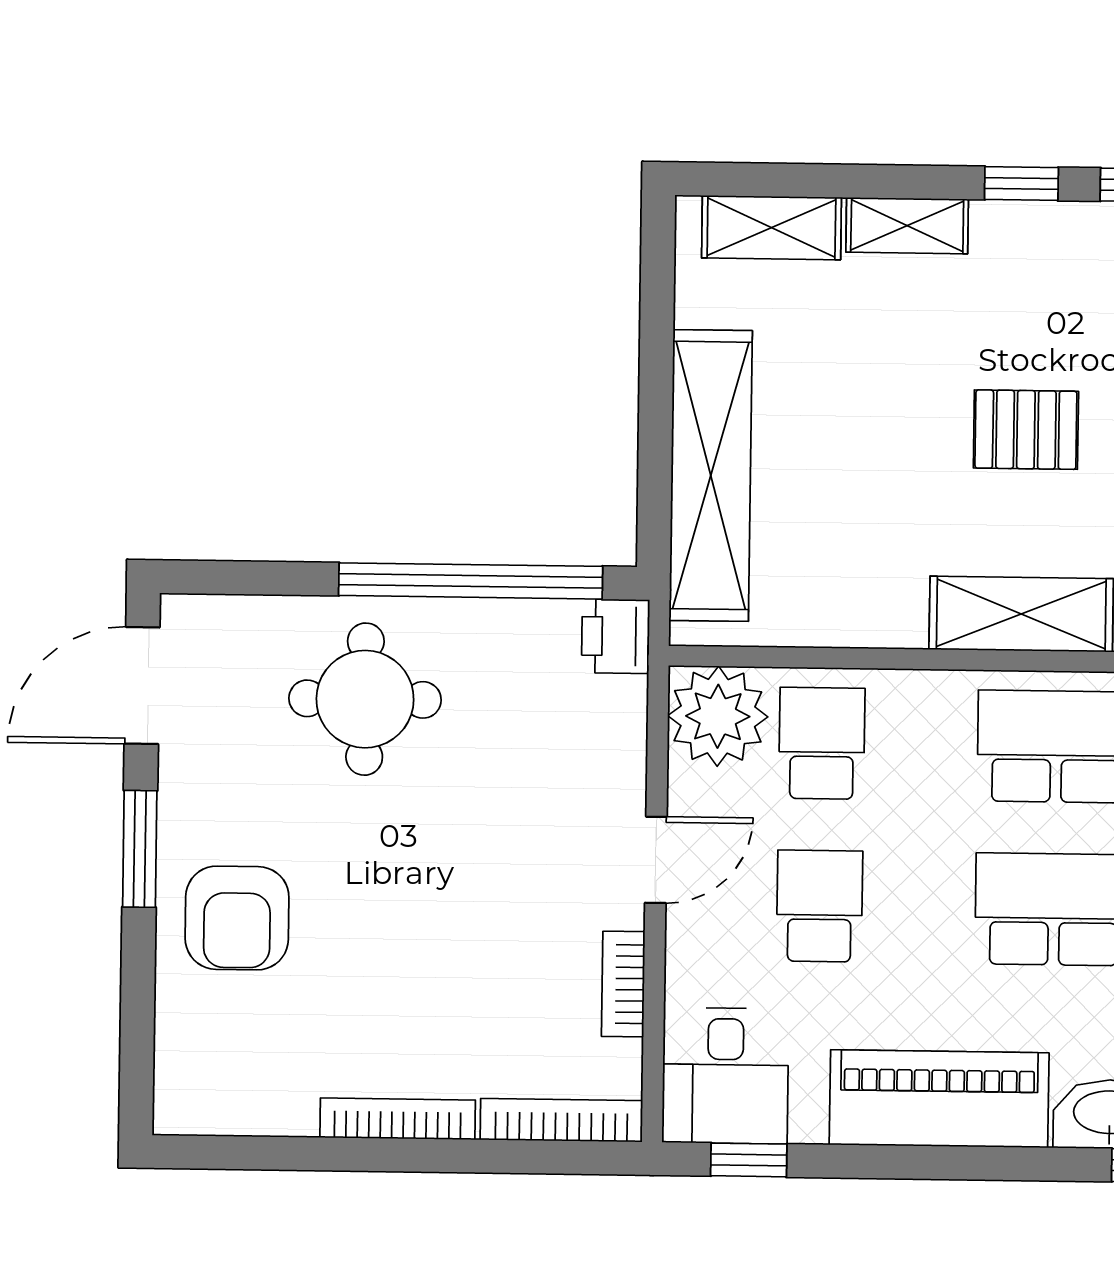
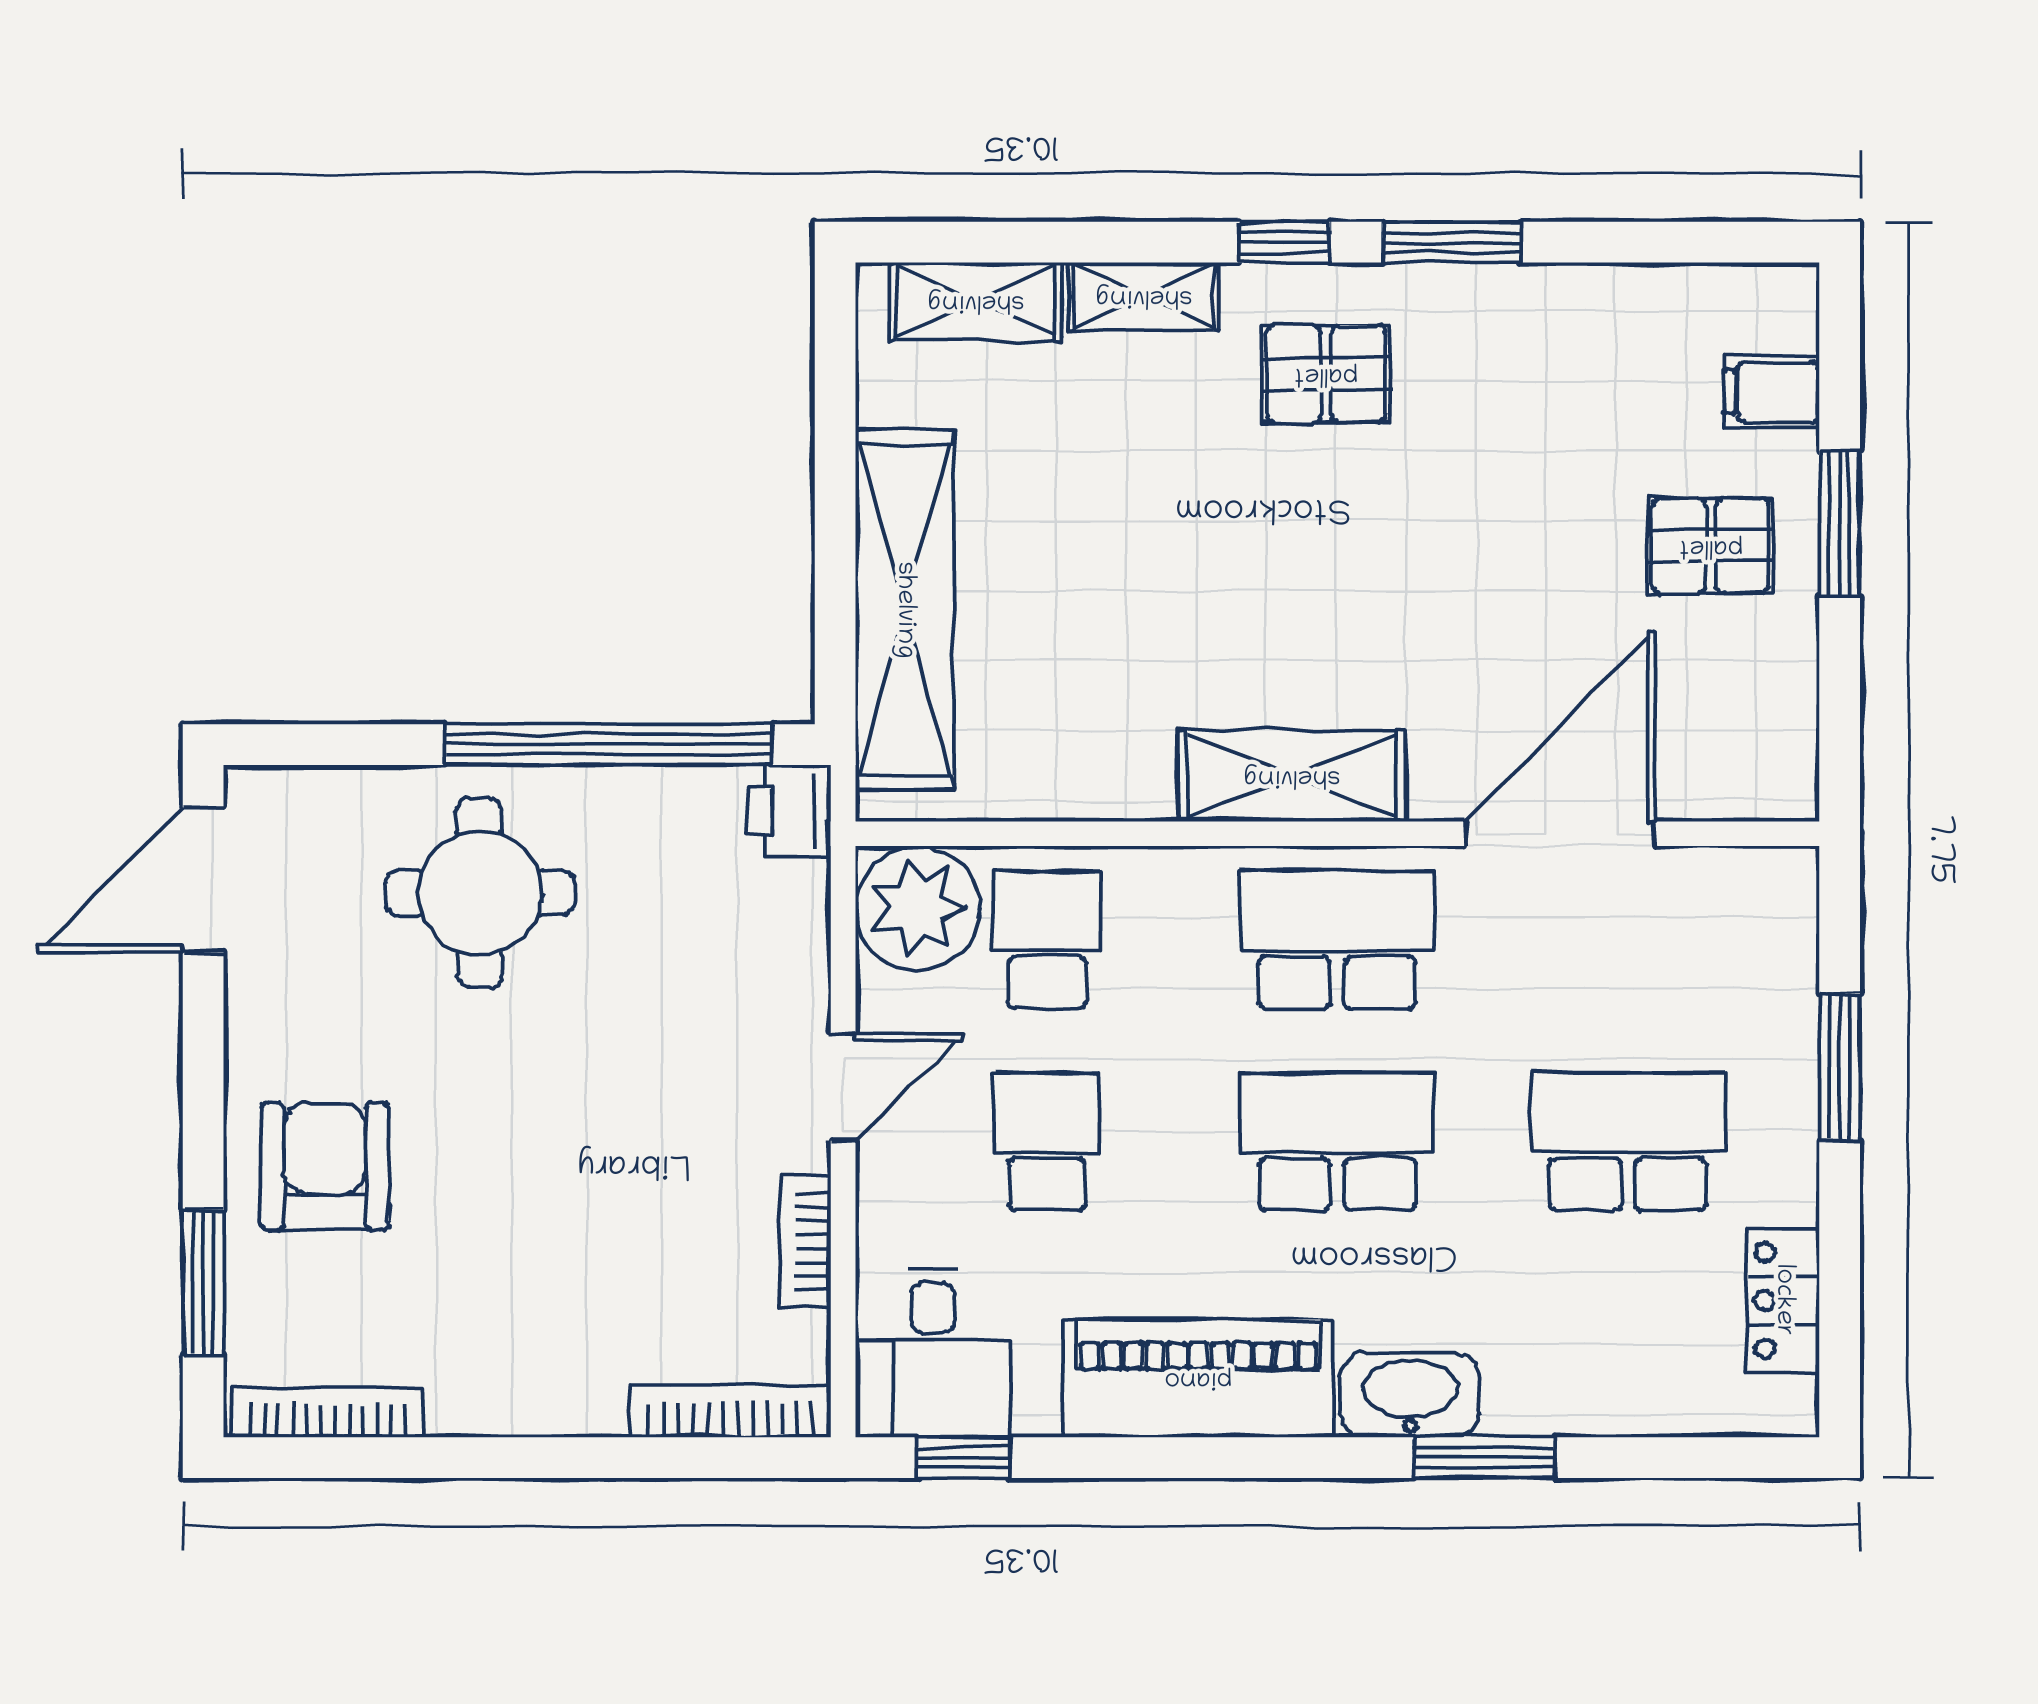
pallet: (1026, 430) -> (1326, 374), moved
window: (140, 849) -> (203, 1282), moved
armchair: (237, 918) -> (325, 1166), turned 180
bookcase: (398, 1119) -> (328, 1413), moved

